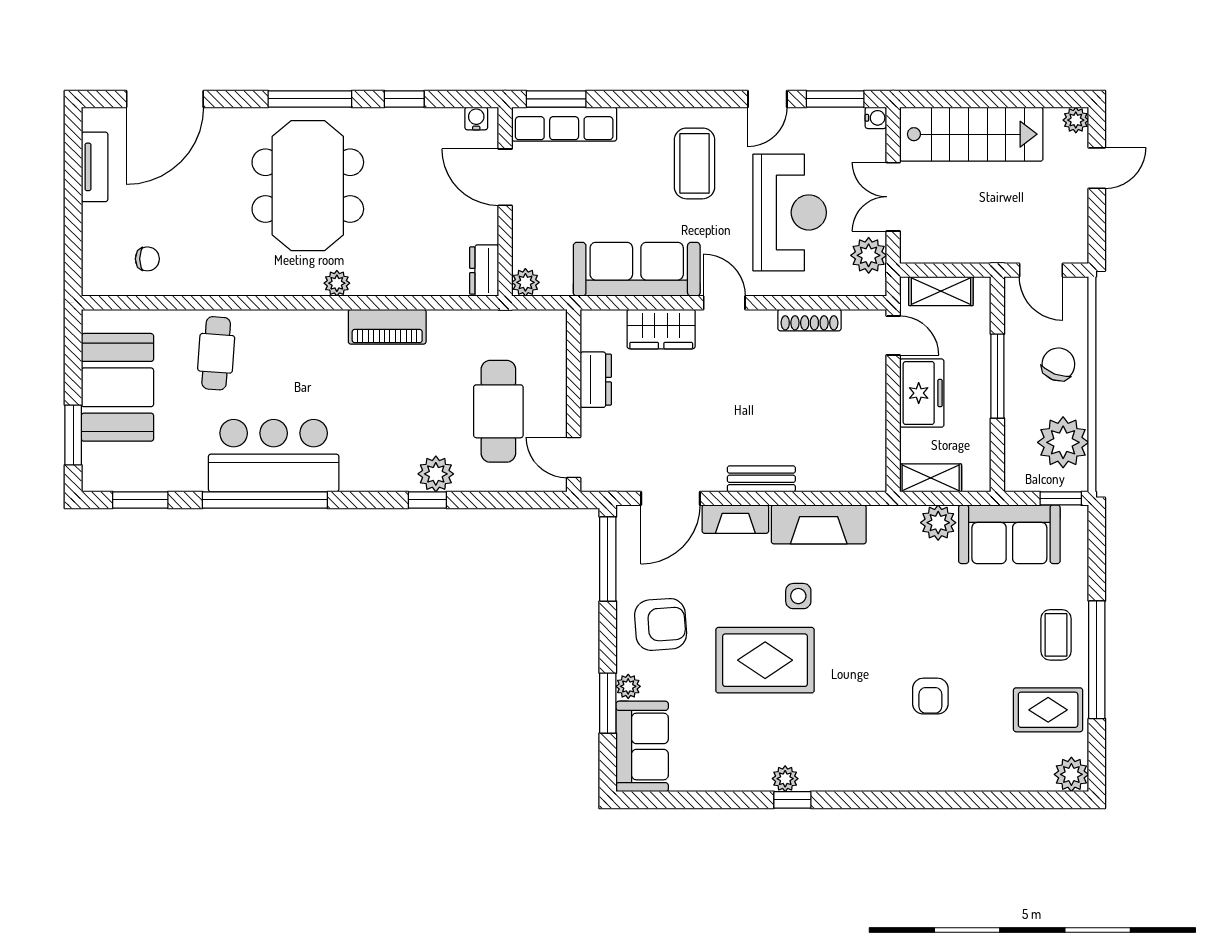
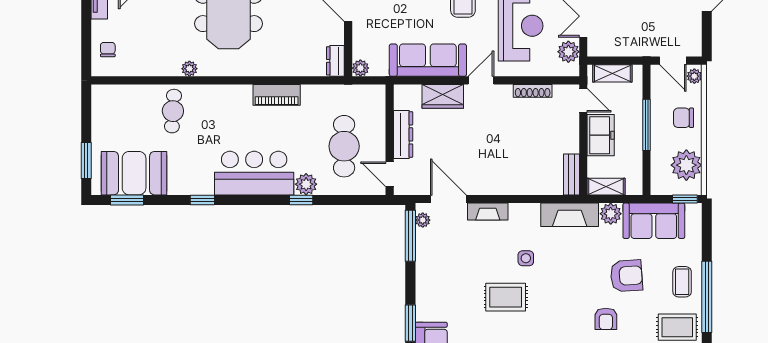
chair: (147, 259) -> (108, 50), moved, turned -90
plant: (337, 283) -> (189, 69), moved
plant: (1076, 296) -> (694, 76), added
door: (724, 303) -> (481, 80), hinge flipped
chair: (1058, 364) -> (683, 118), turned -111
dresser: (596, 380) -> (403, 134), width x1.44
booth: (117, 387) -> (134, 173), moved, turned 90
bar counter: (274, 456) -> (254, 173), moved
bench: (761, 479) -> (571, 174), moved, turned 90
door: (671, 498) -> (448, 199), swing flipped
window: (265, 500) -> (202, 200), width x0.32
fireplace: (819, 524) -> (570, 215), moved
armchair: (661, 624) -> (626, 276), moved
rug: (765, 660) -> (506, 297), width x0.73, depth x0.70
plant: (628, 686) -> (423, 220), moved

